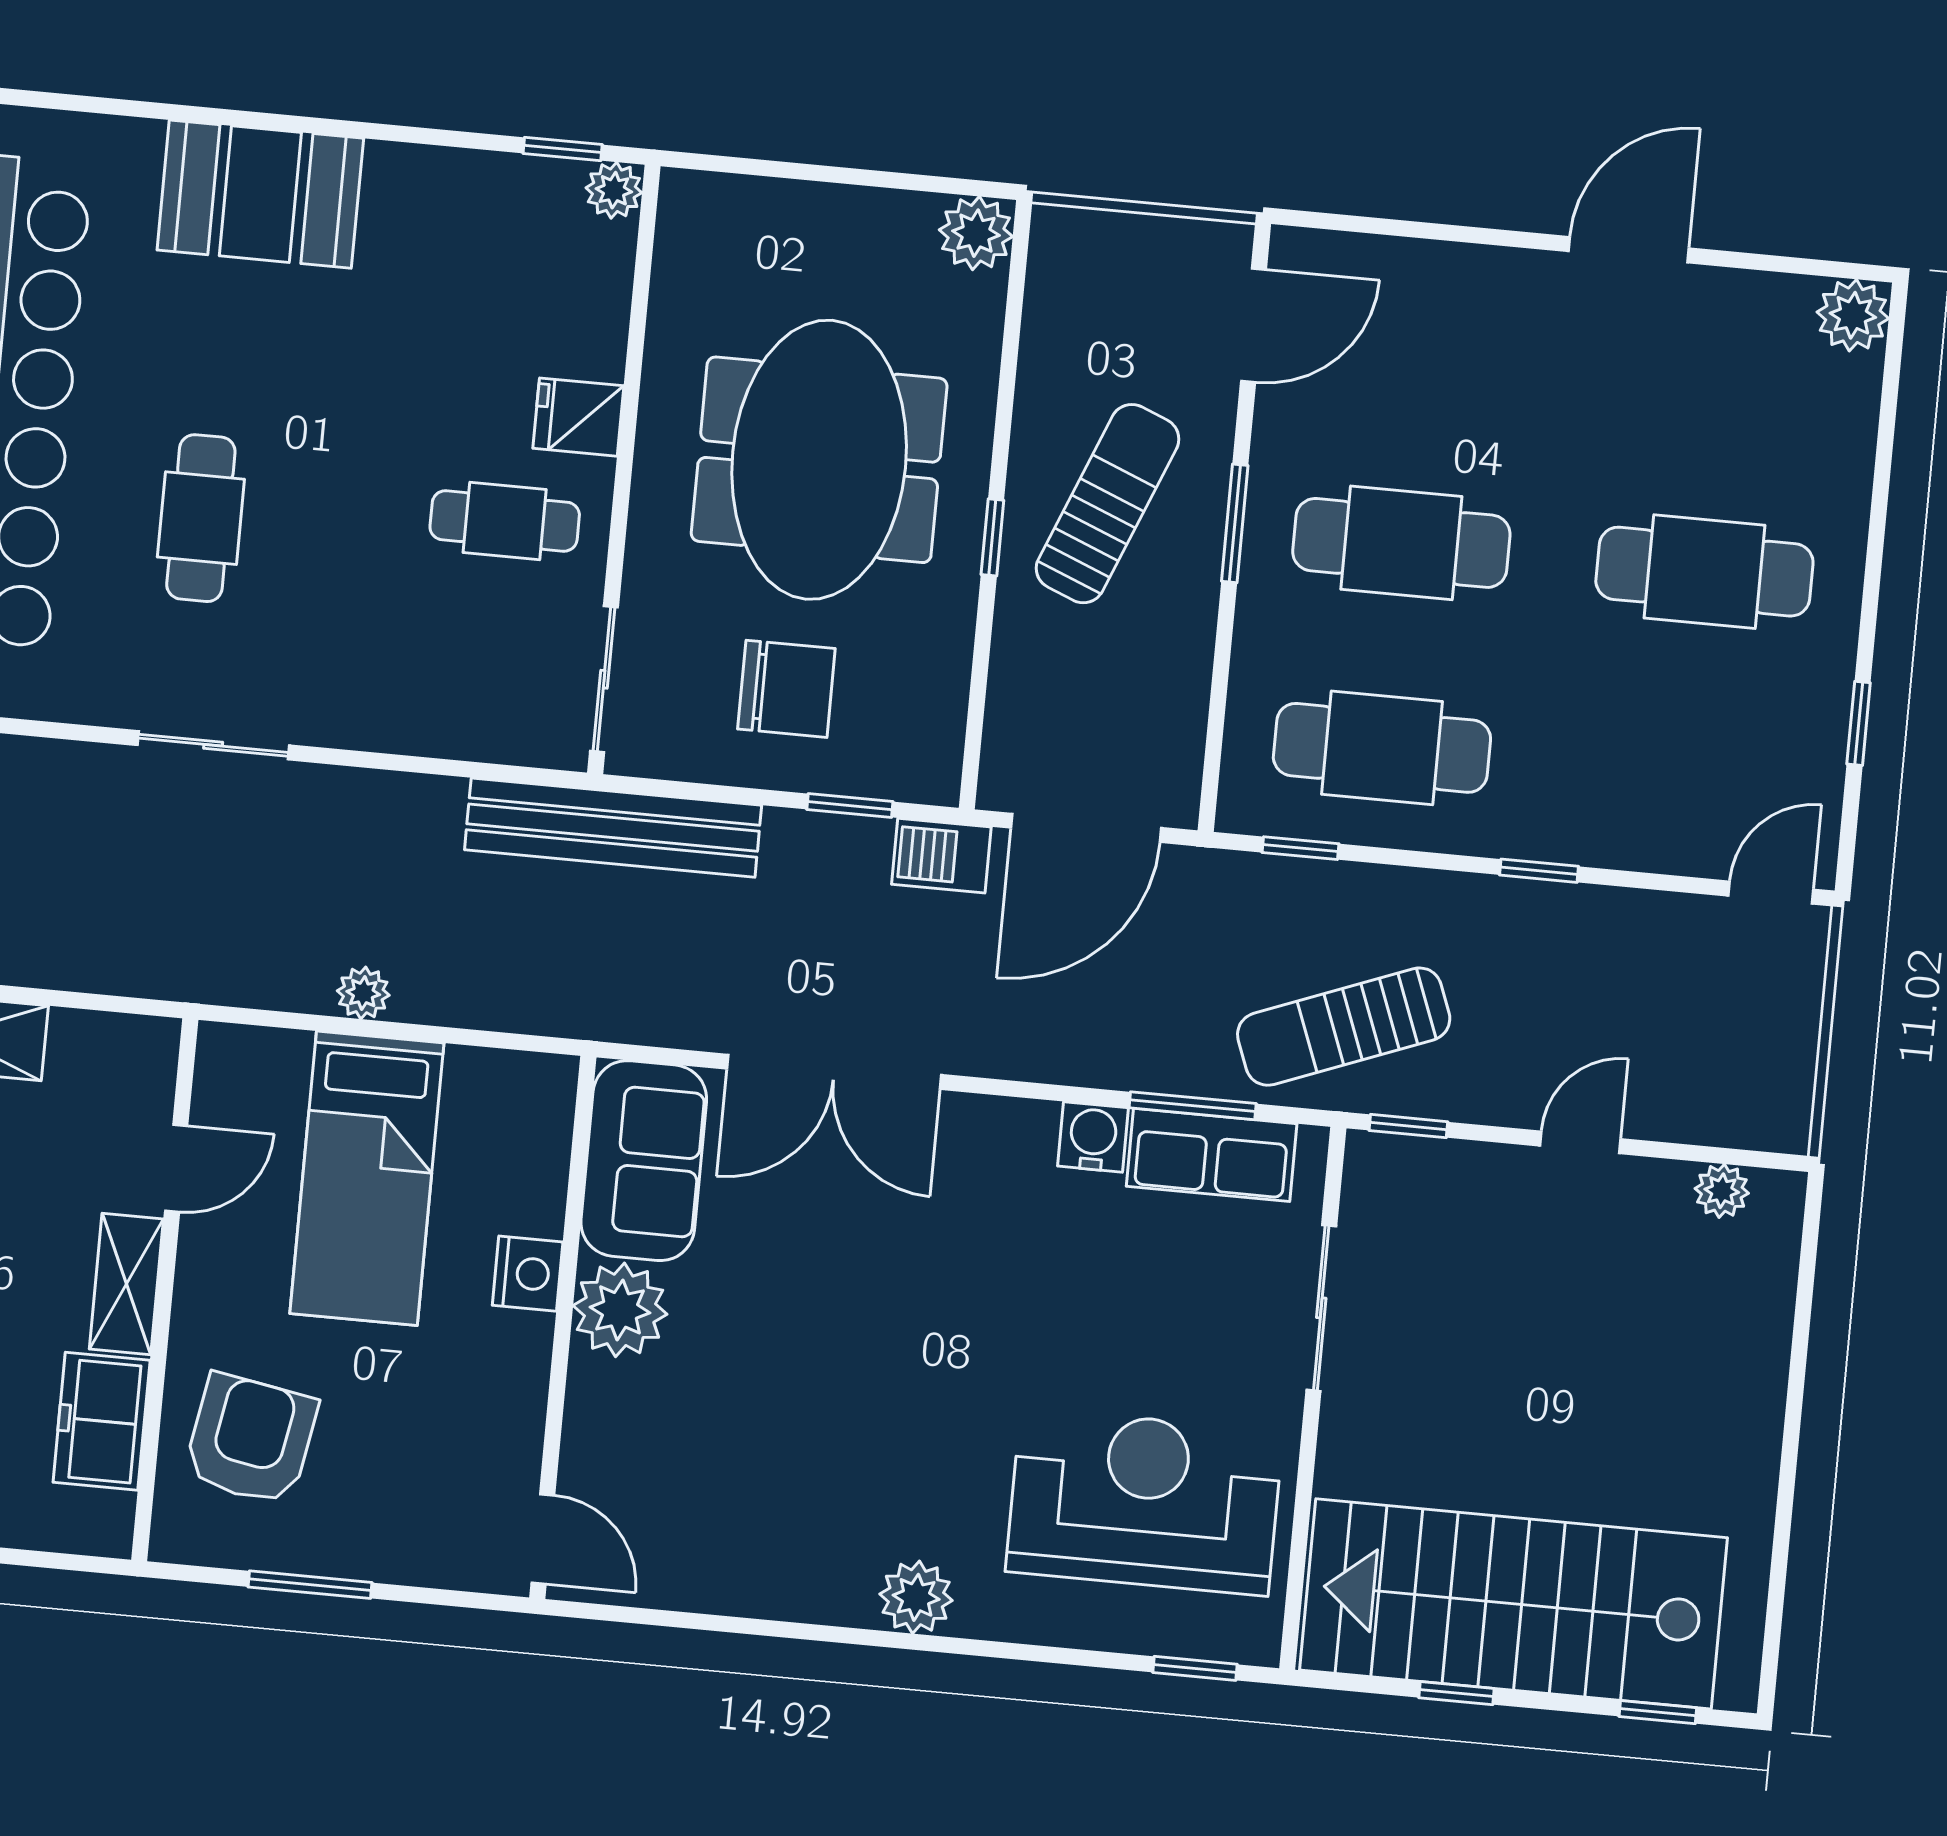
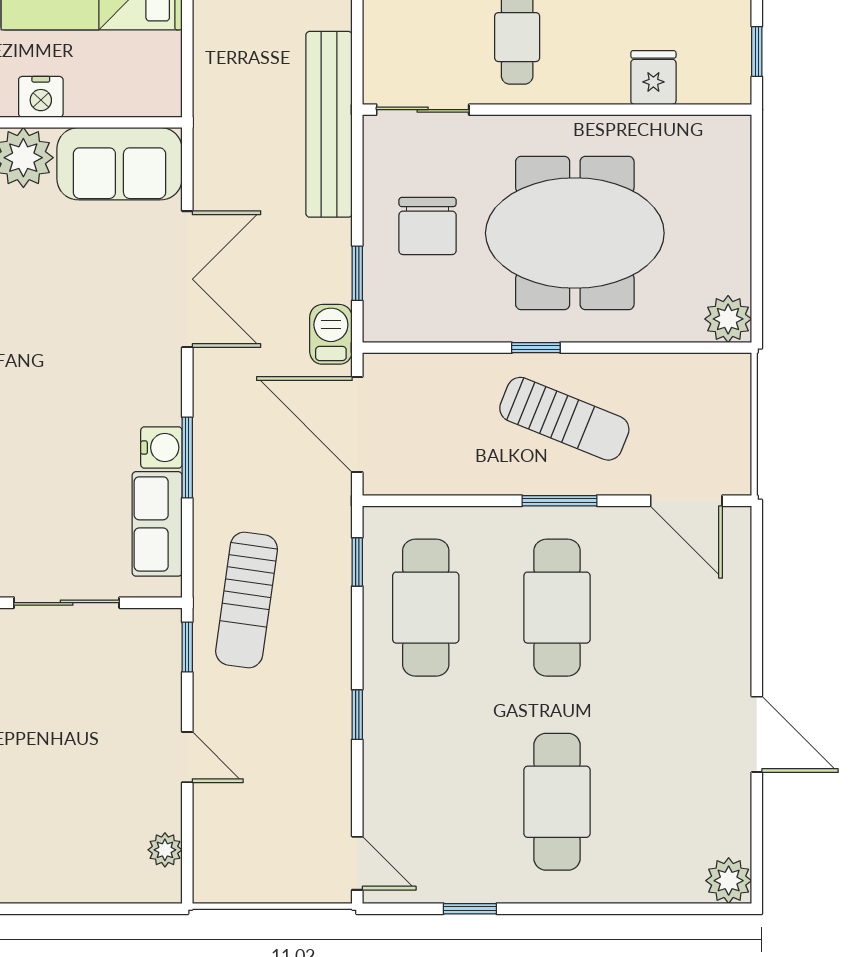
plant: (614, 190) -> (734, 87), removed
fridge: (578, 417) -> (653, 78), moved
sun lounger: (1344, 1027) -> (247, 600), turned -151
double door: (834, 1072) -> (187, 279), swing flipped
window: (1193, 1106) -> (187, 458), moved

